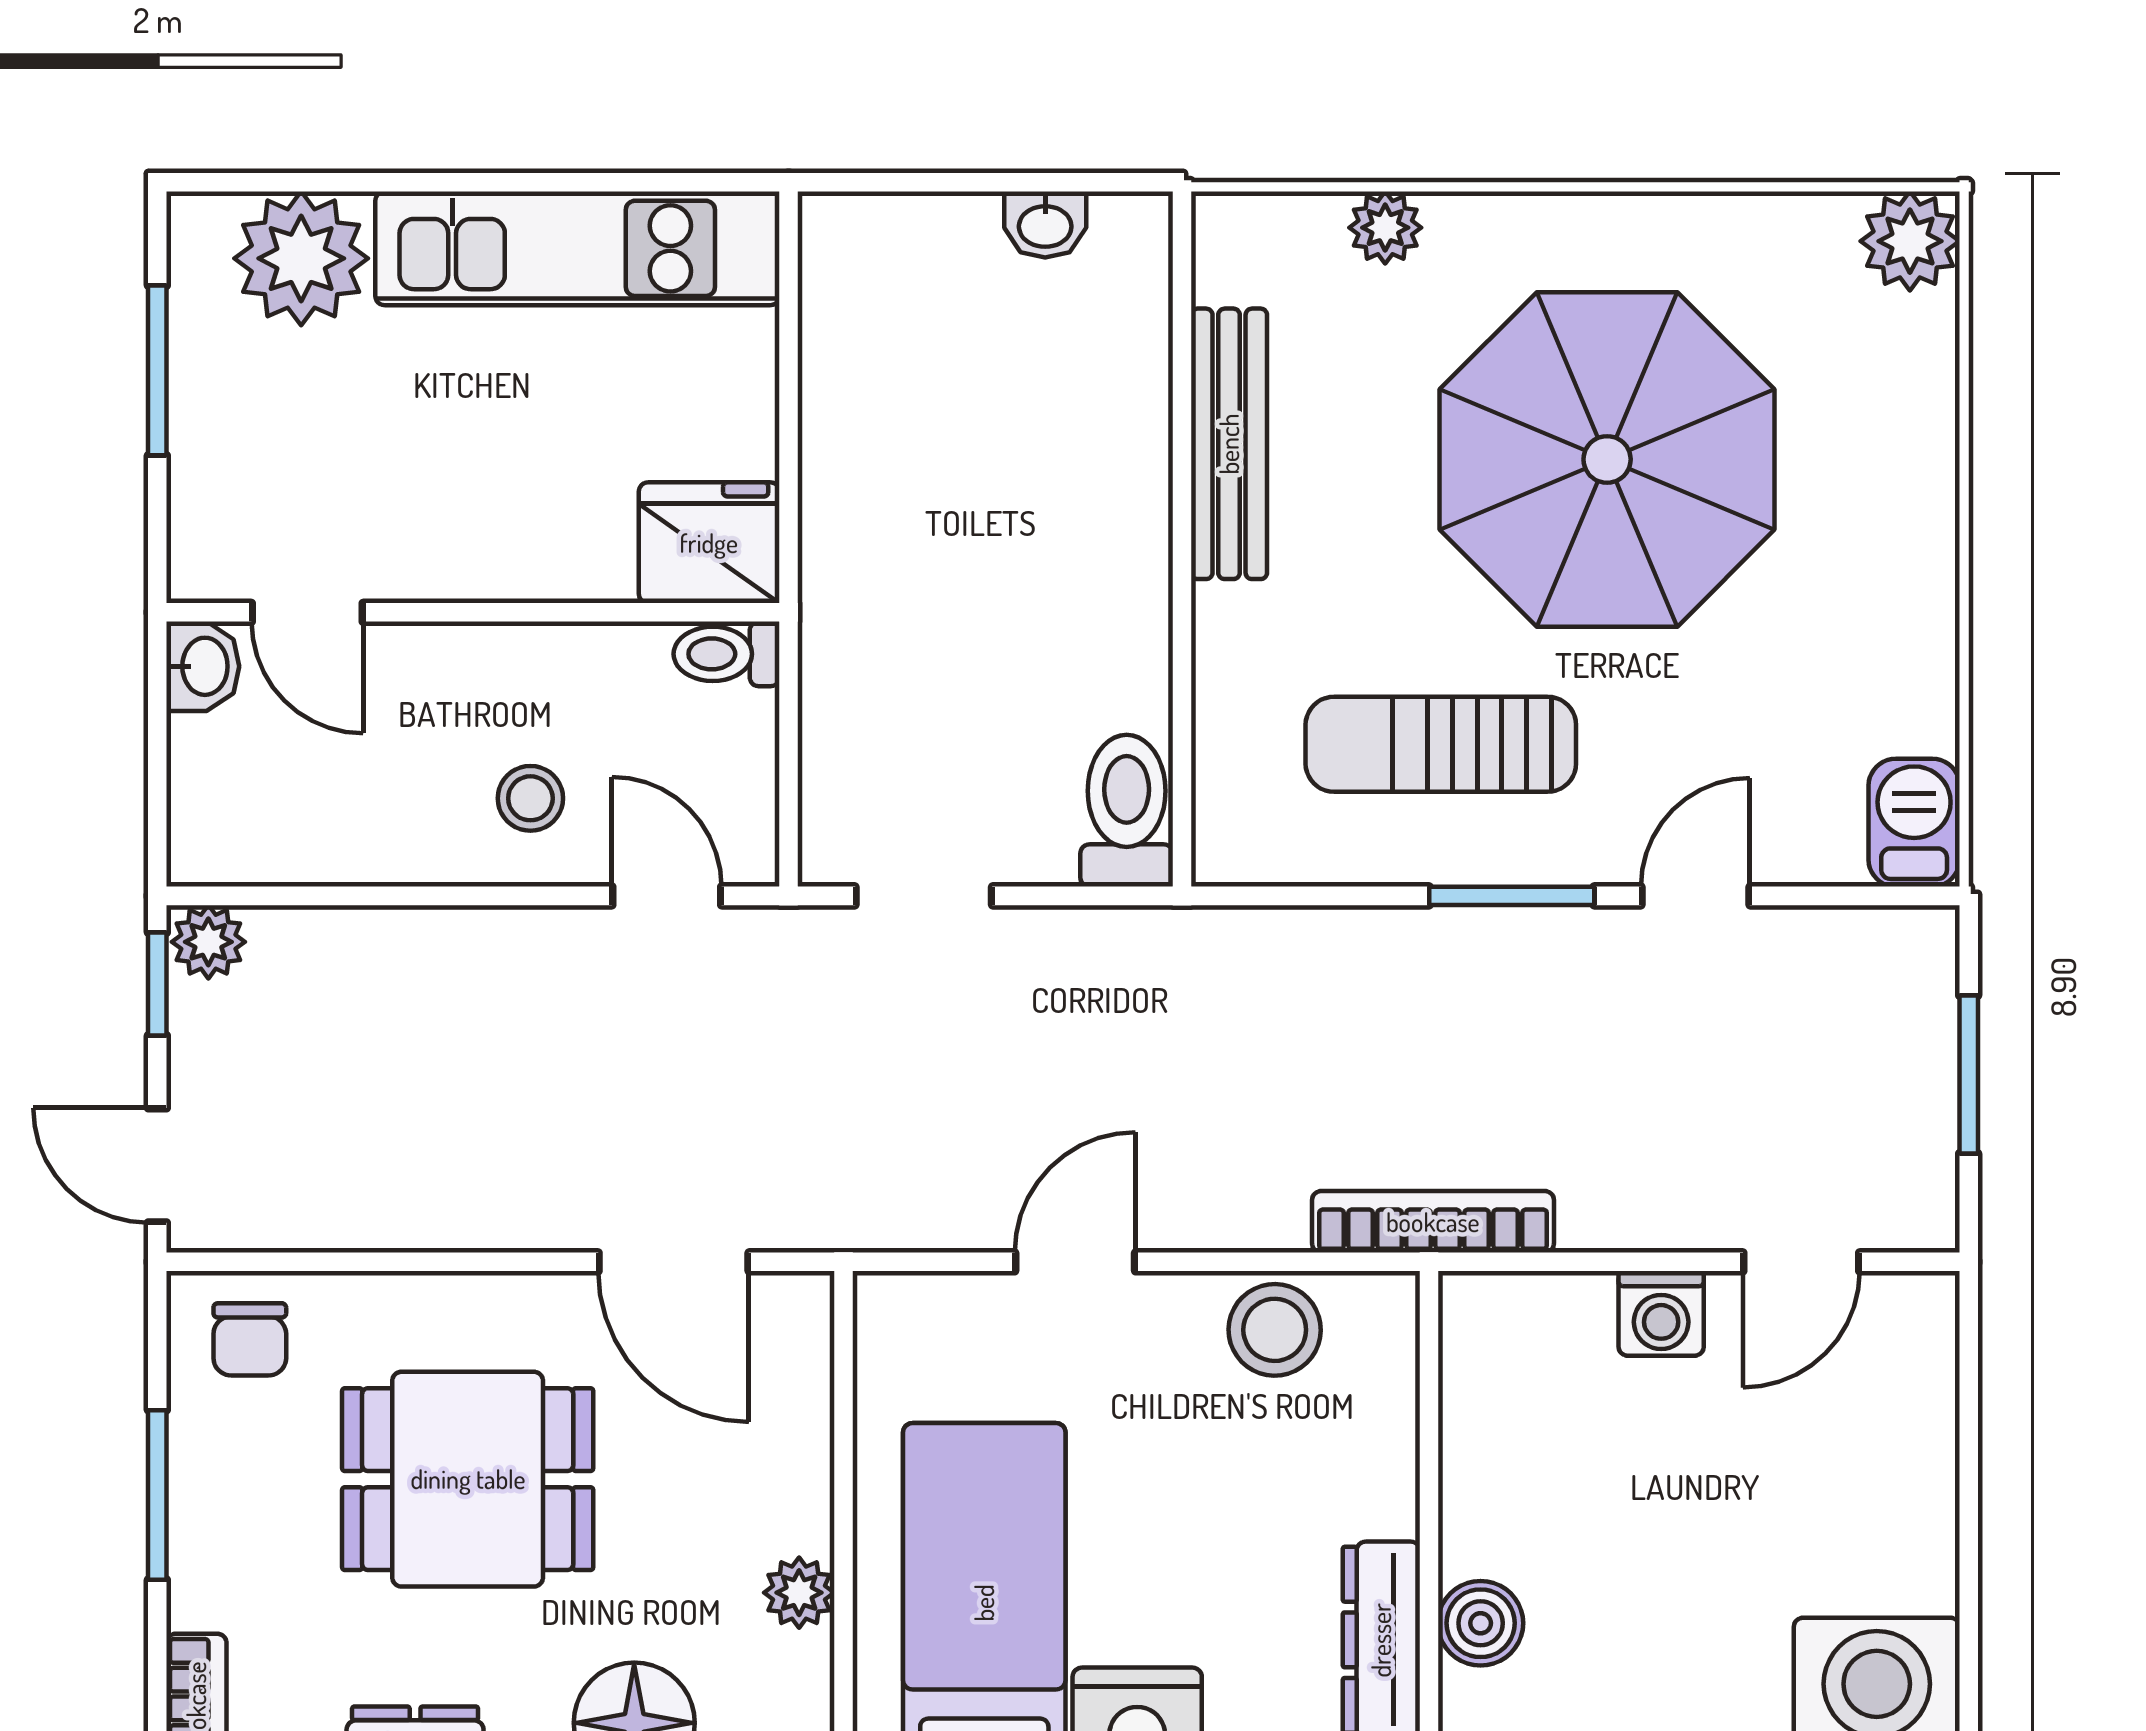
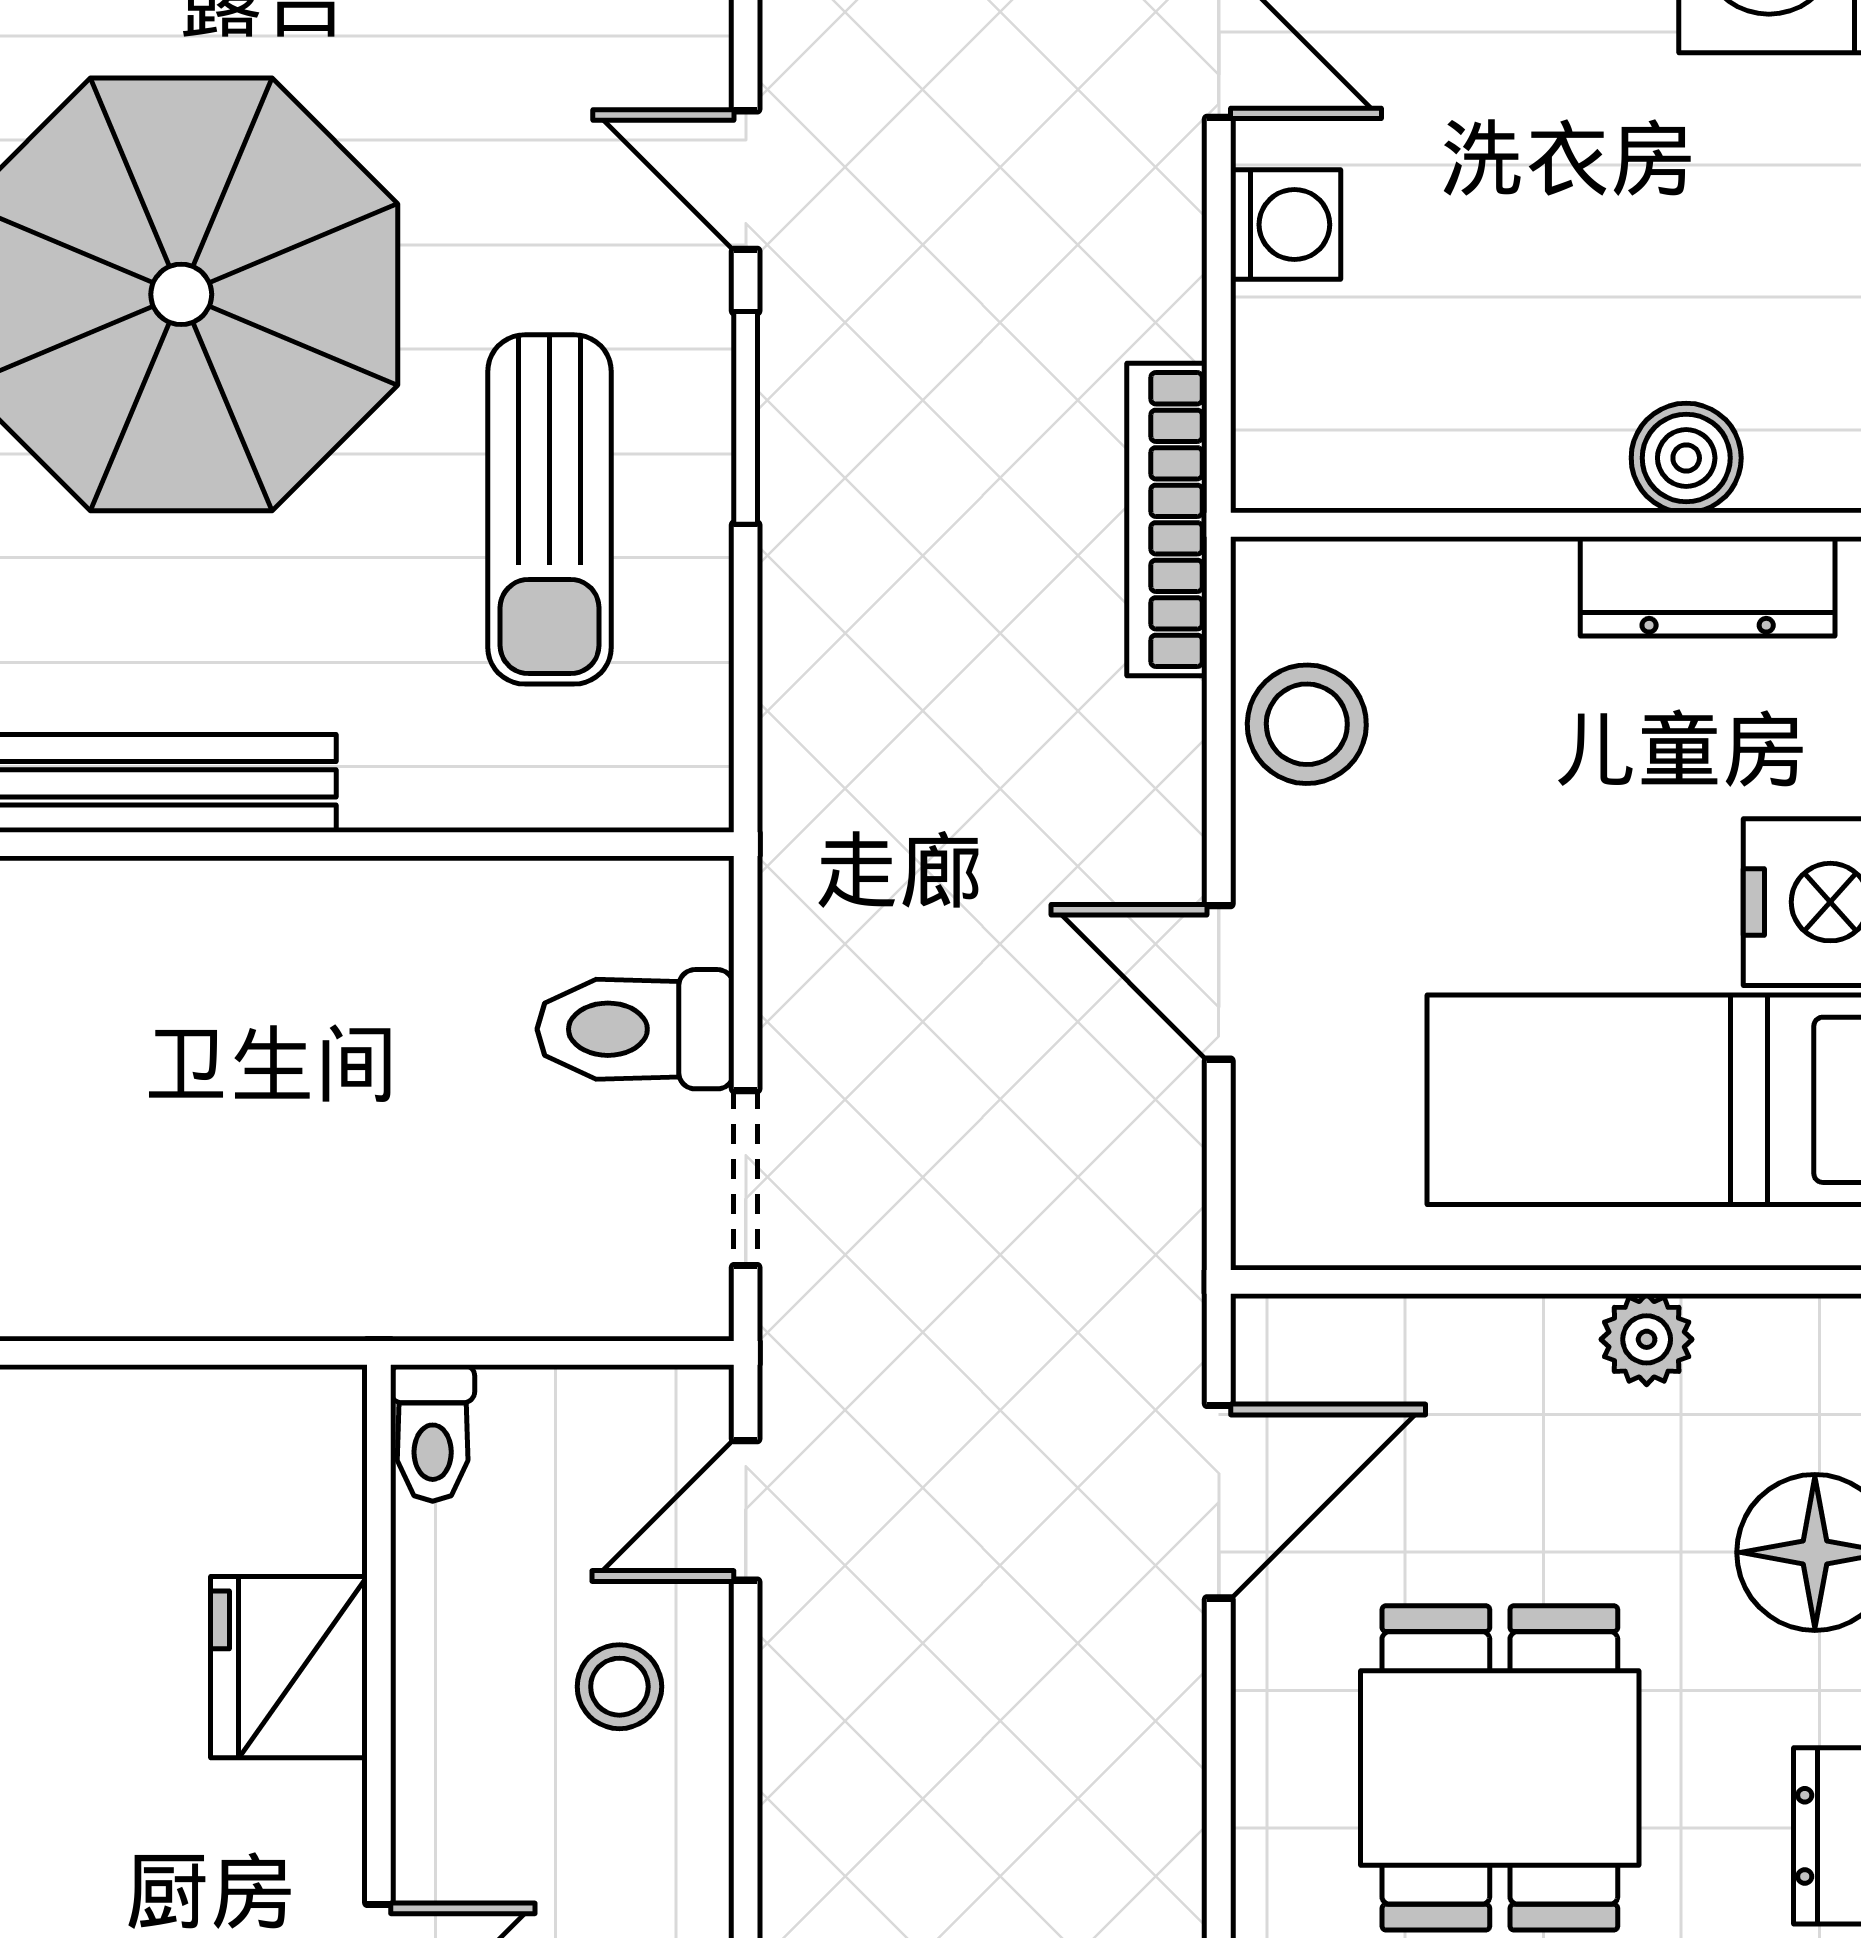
fridge: (709, 543) -> (289, 1667), moved
toilet: (1127, 811) -> (635, 1029), moved

